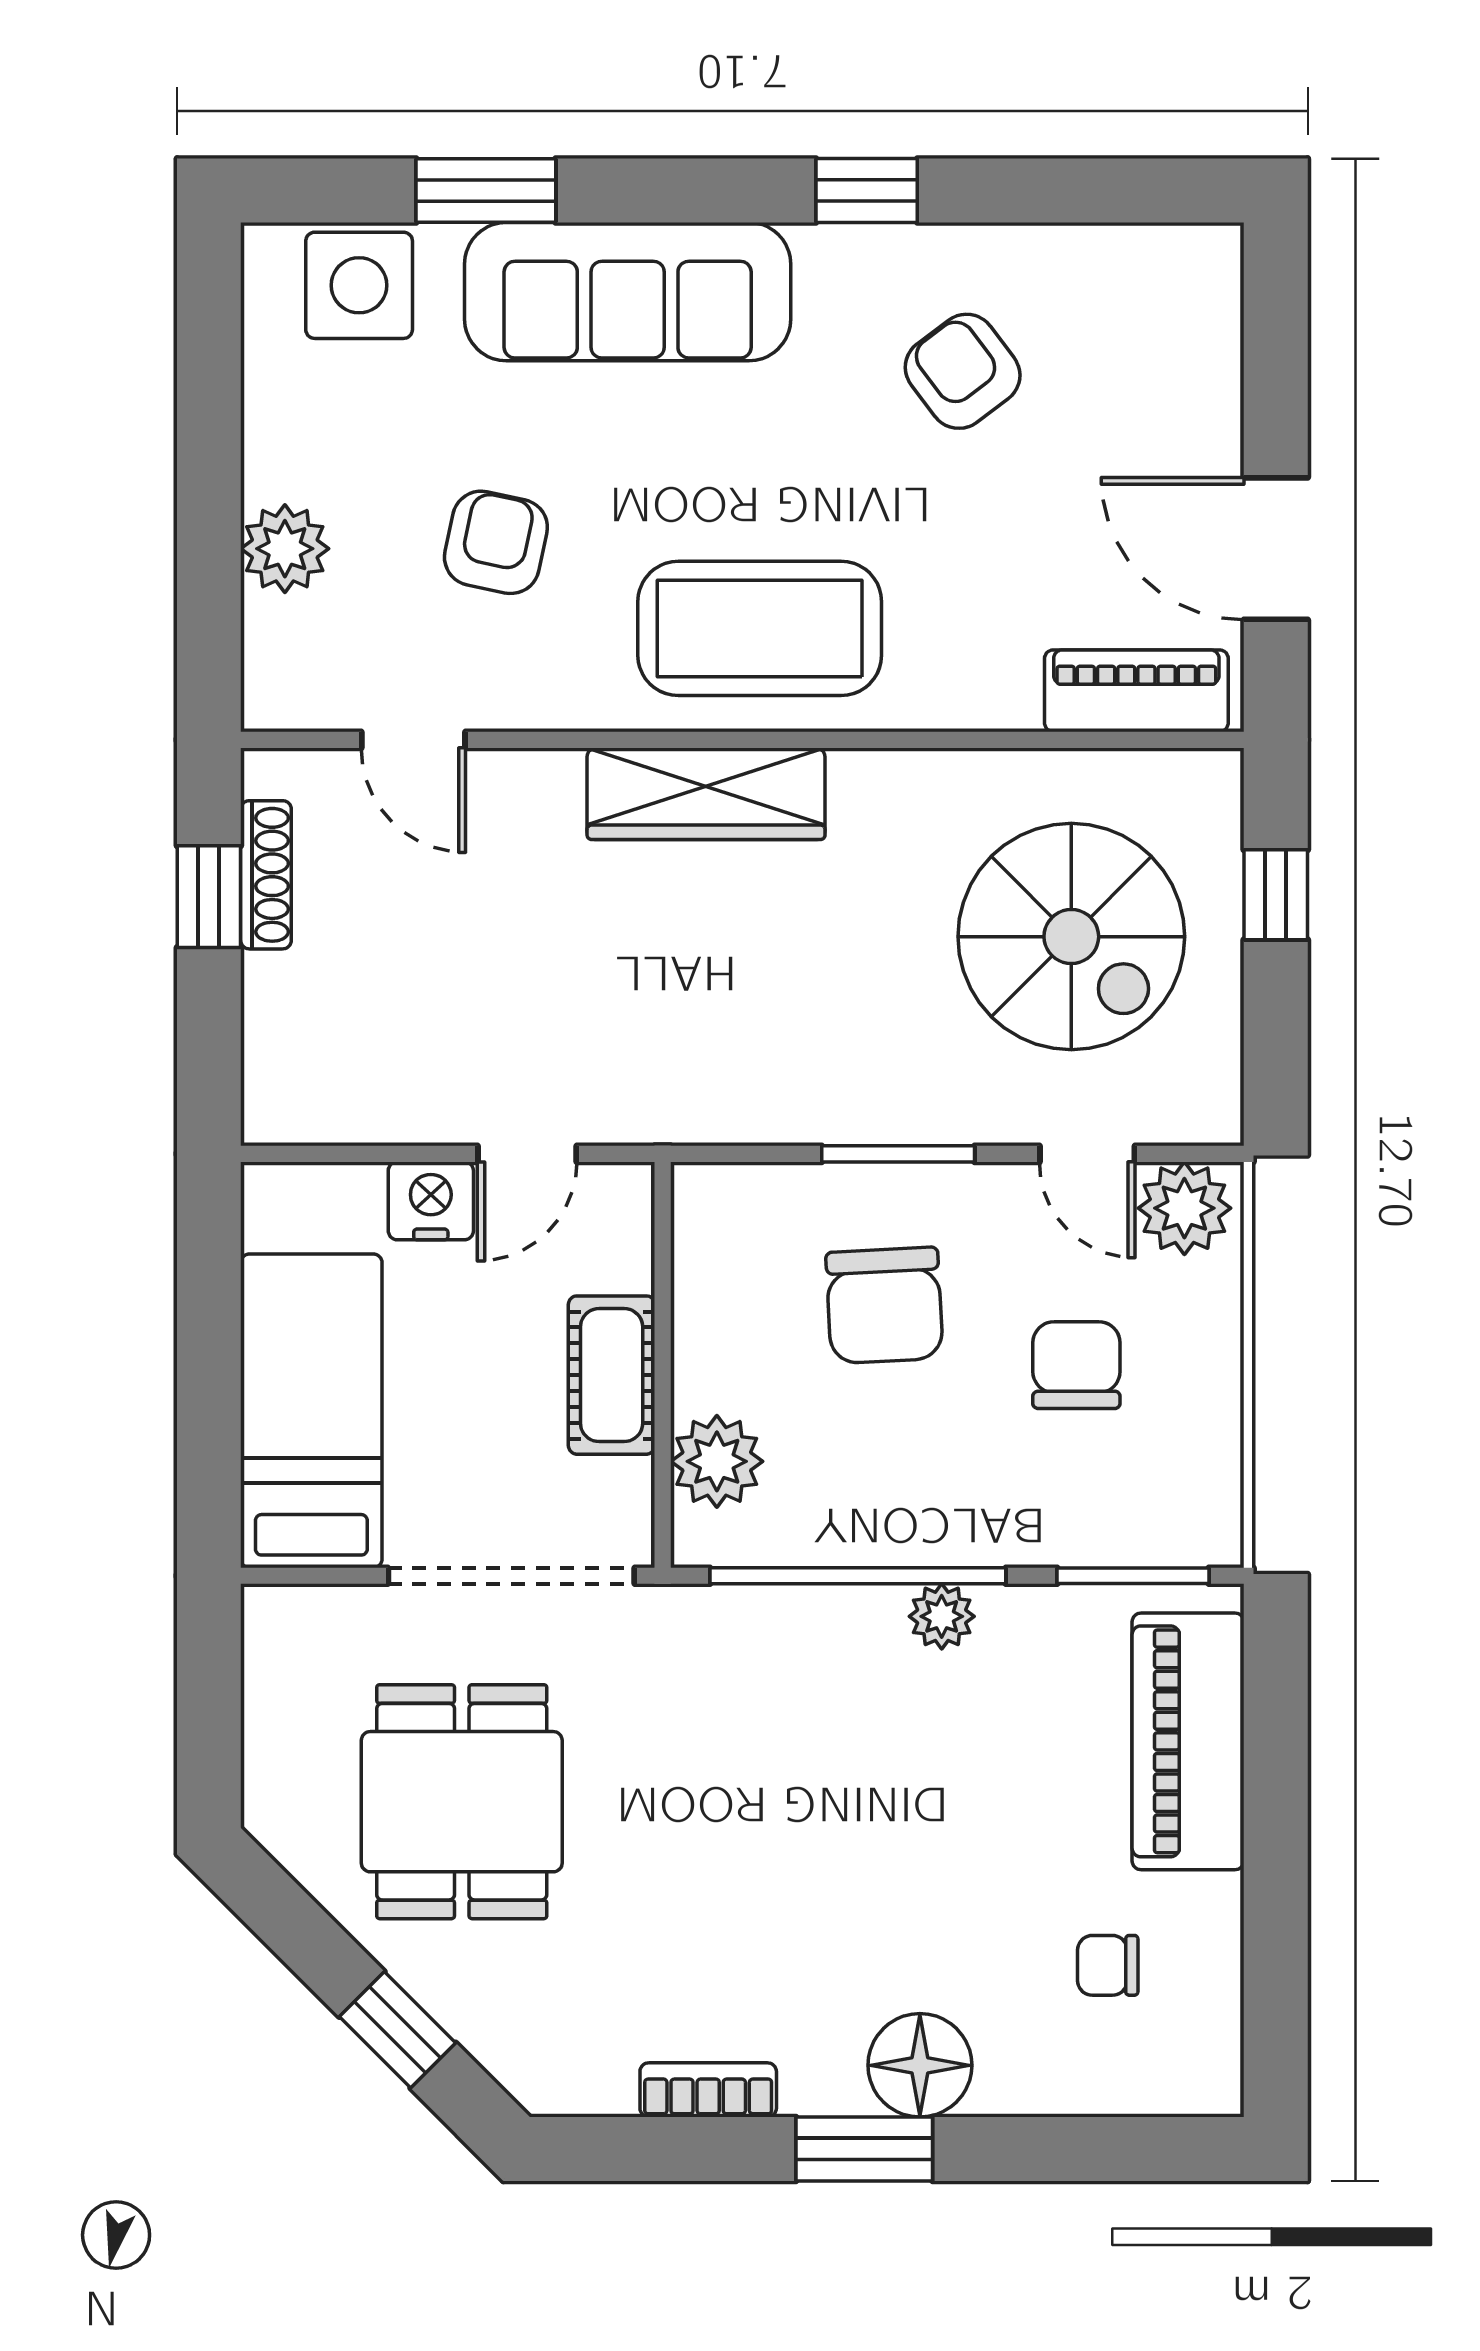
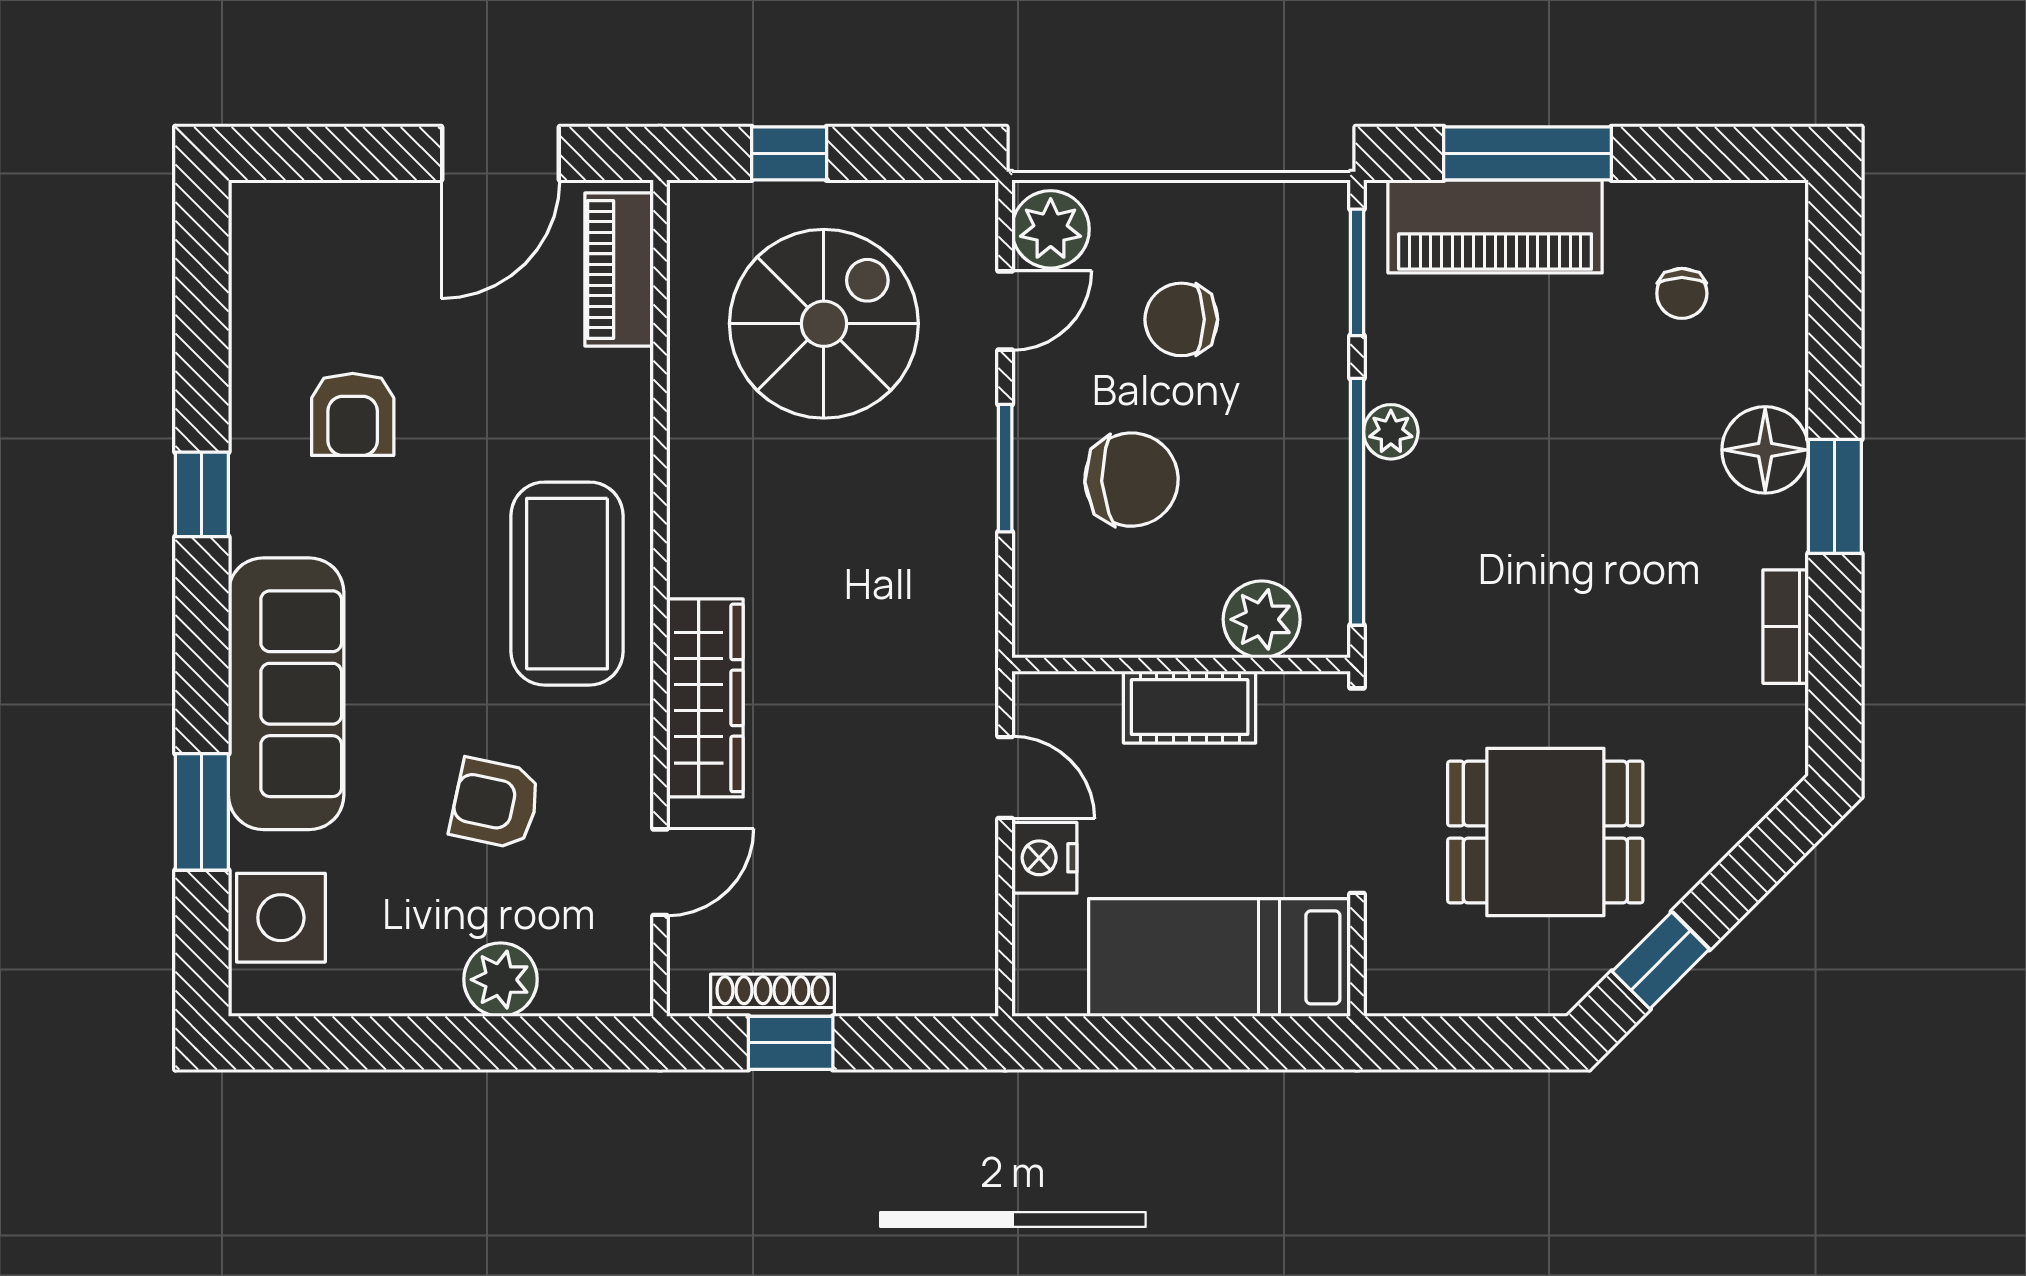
armchair: (963, 371) -> (353, 414), turned -53
wardrobe: (706, 794) -> (705, 698), moved
window: (1276, 1780) -> (1527, 153), added
window: (397, 2030) -> (1661, 960), moved

